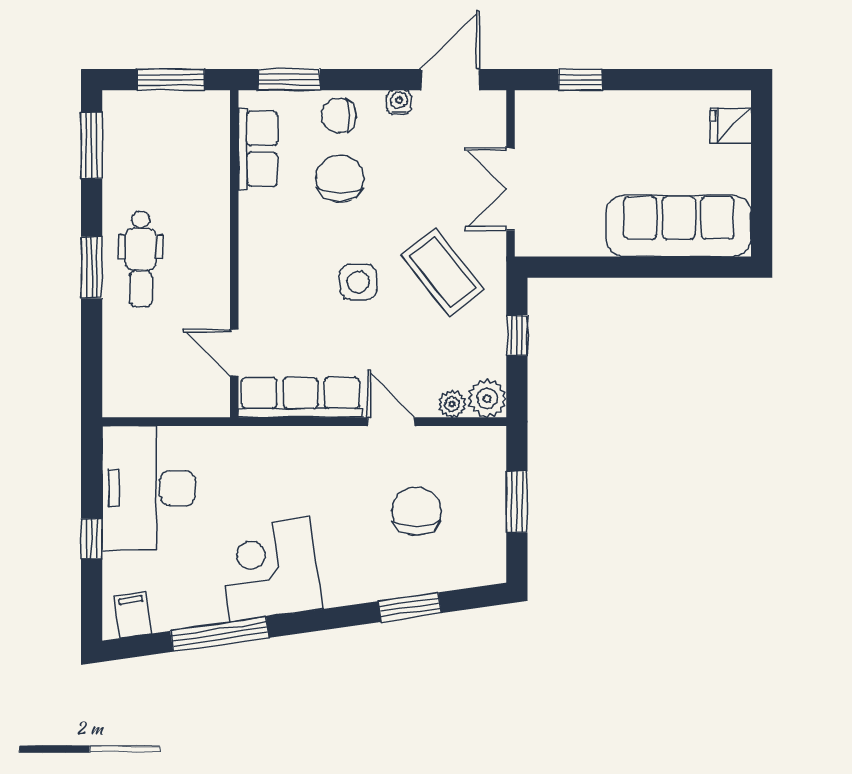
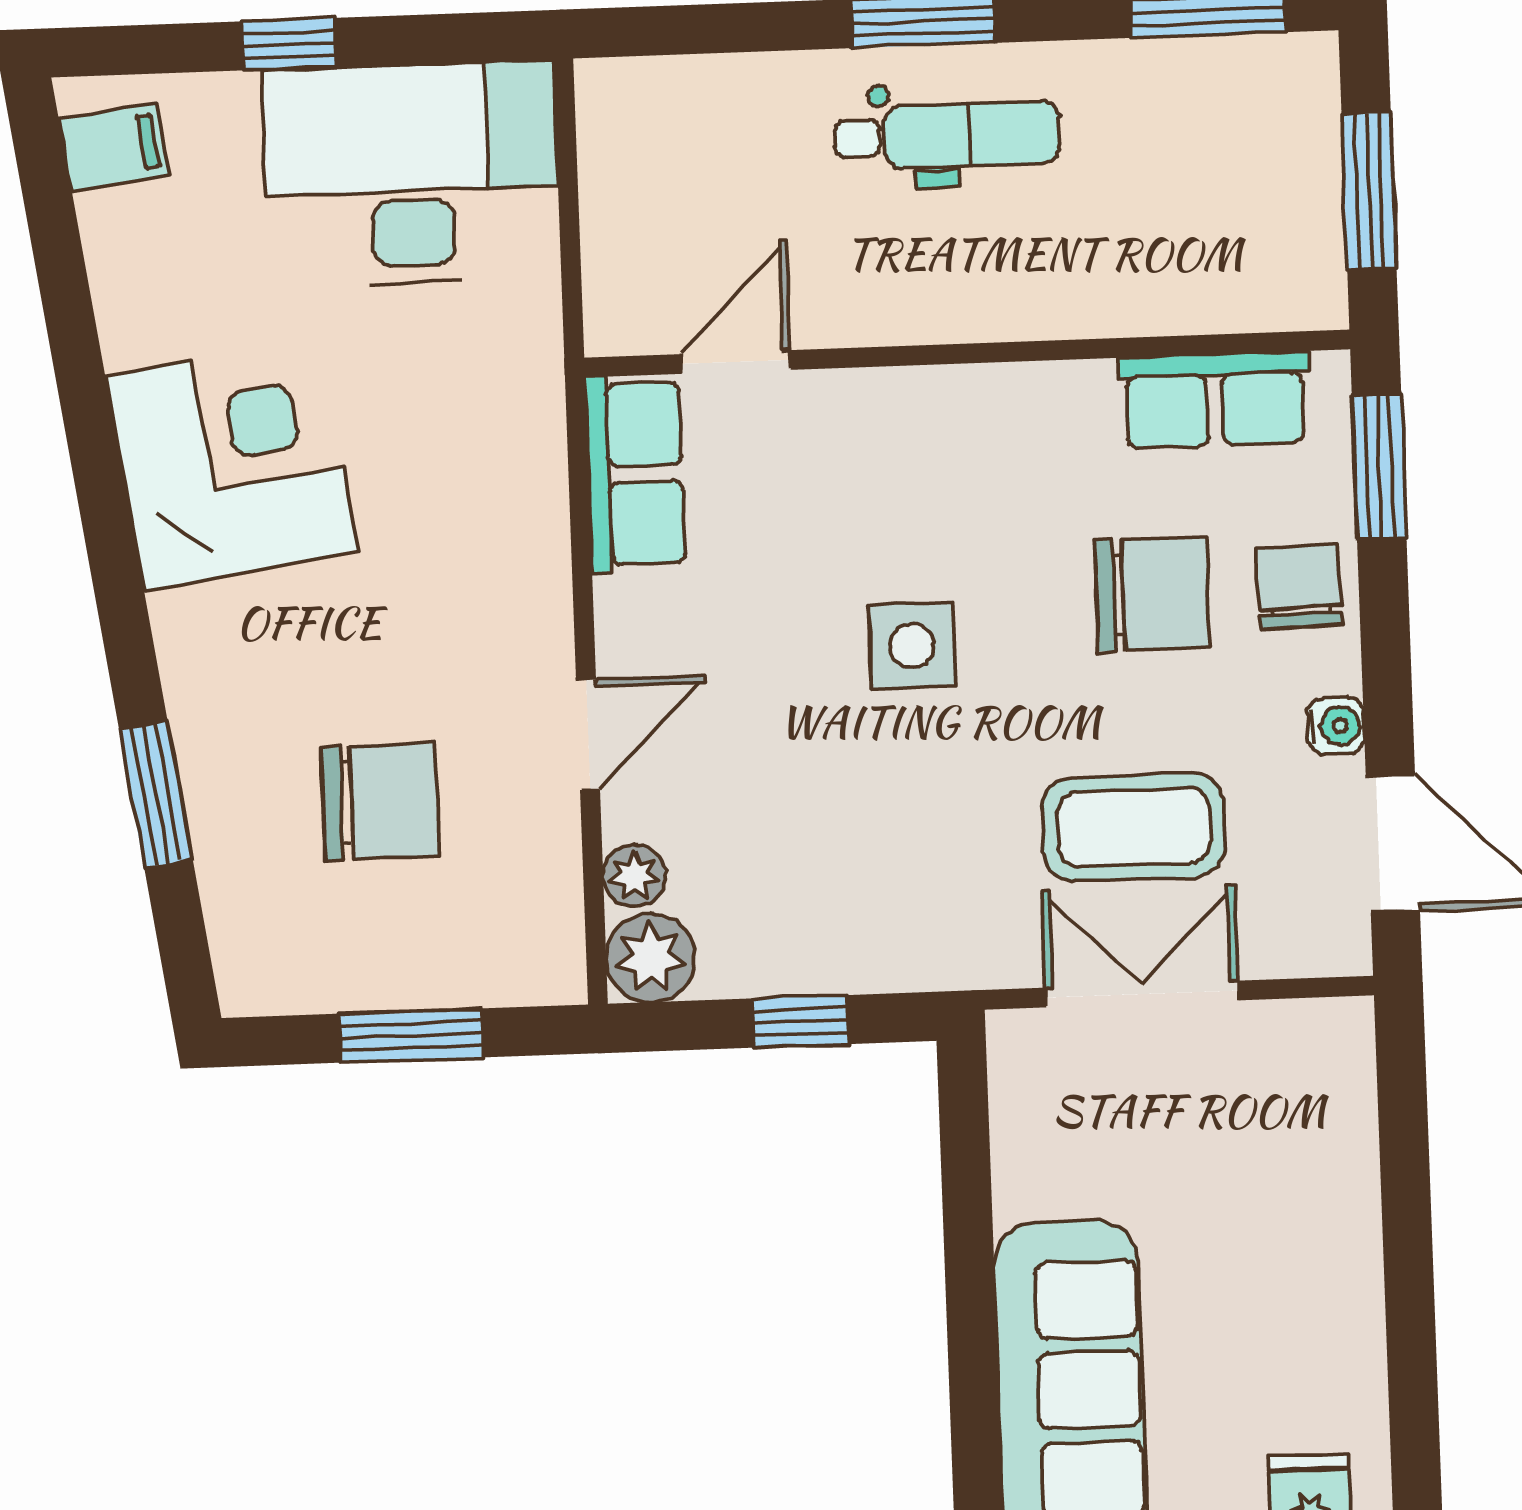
window: (580, 80) -> (1404, 1147), removed
dental chair: (141, 259) -> (947, 135), turned 180
coffee table: (443, 272) -> (1134, 827), moved, turned 38
row of seats: (301, 397) -> (635, 474), width x0.68
window: (220, 634) -> (76, 352), removed

